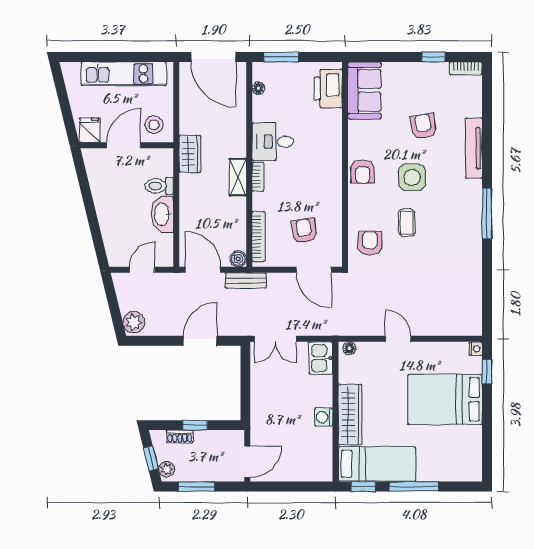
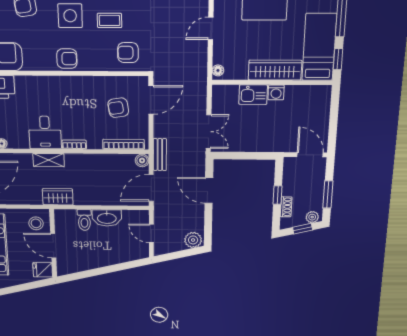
shelving: (238, 177) -> (49, 160), moved
kitchen sink: (321, 358) -> (253, 95), moved

